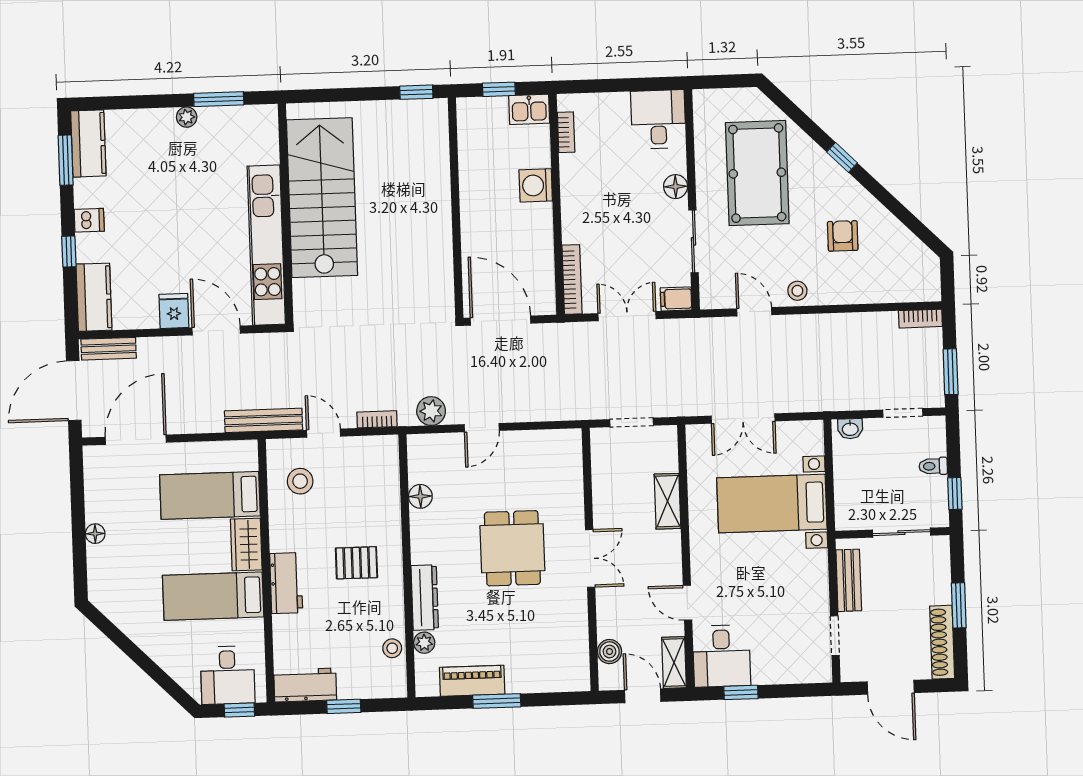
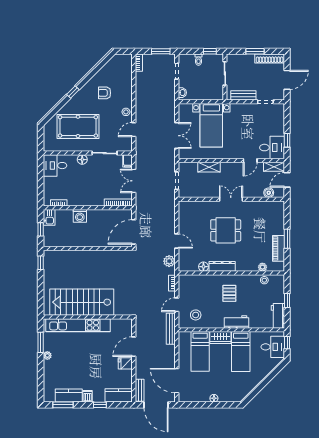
kitchen counter: (88, 143) -> (69, 396), moved
kitchen unit: (266, 245) -> (78, 325), moved
dresser: (425, 598) -> (222, 266), moved

